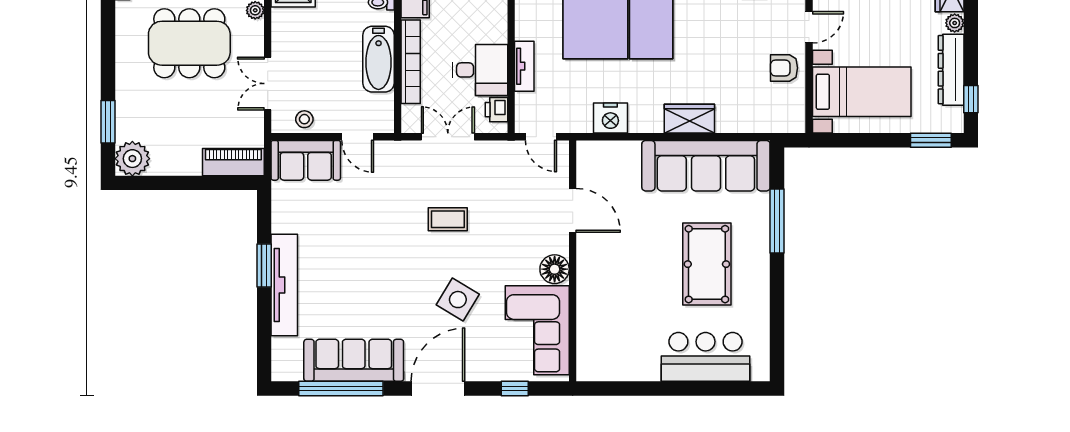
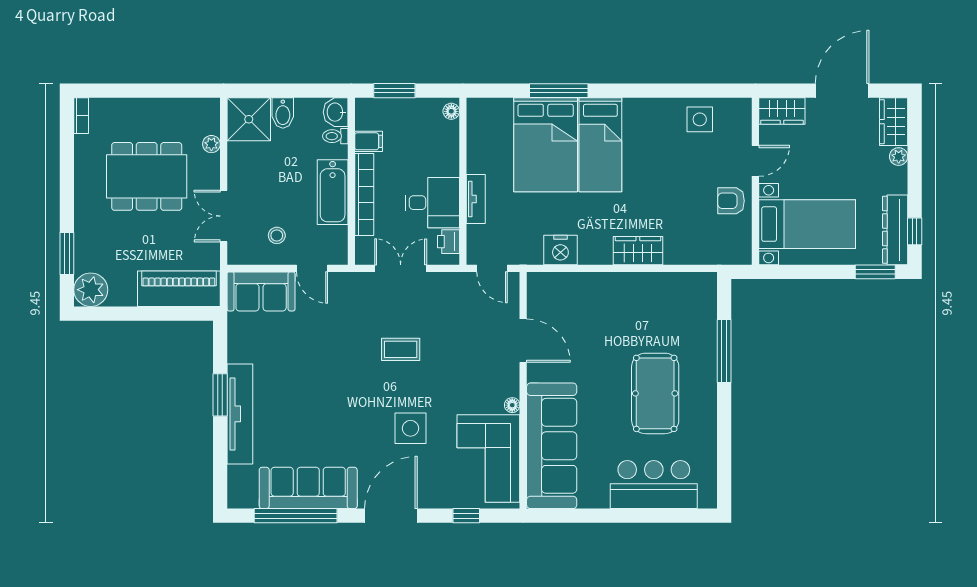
dresser: (951, 70) -> (895, 230), moved
stool: (304, 119) -> (277, 235), moved
piano: (233, 162) -> (179, 289), width x1.37, depth x1.33
sofa: (706, 166) -> (552, 446), moved, turned -90
floor lamp: (555, 269) -> (512, 405), width x0.53, depth x0.53
side table: (458, 300) -> (410, 428), turned -31

